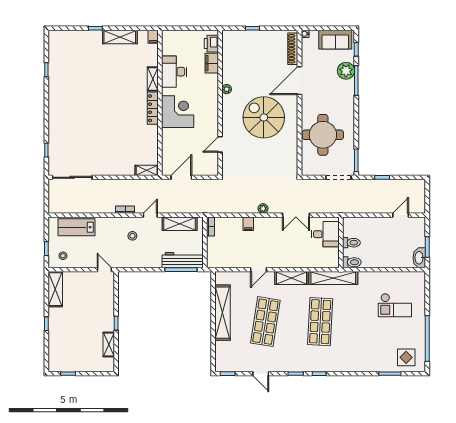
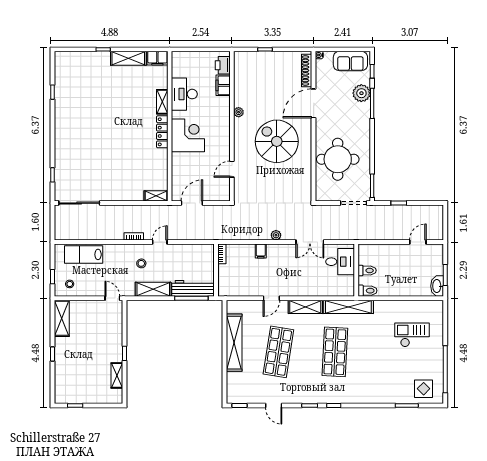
filing cabinet: (153, 37) -> (157, 58), width x2.00
shelving: (180, 224) -> (153, 289), moved
checkout: (395, 305) -> (412, 335), turned 180

